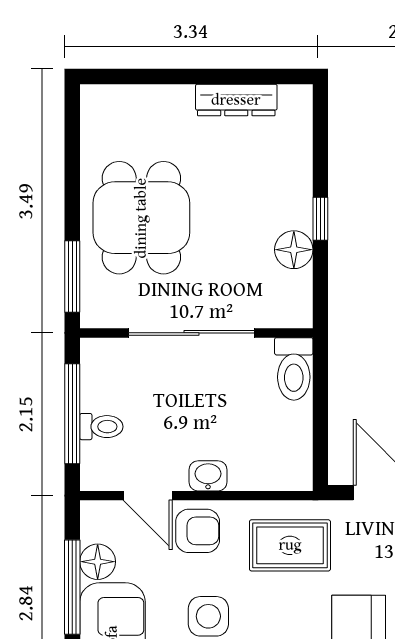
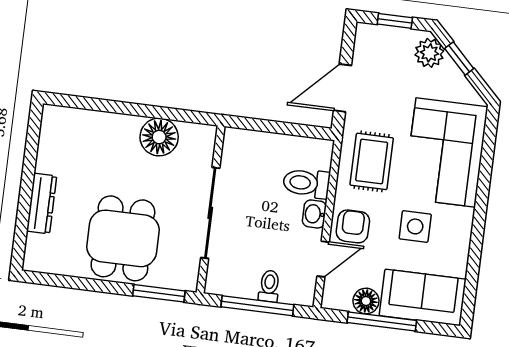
dresser: (236, 100) -> (42, 204), moved
dining table: (141, 218) -> (123, 238), turned 90
window: (320, 219) -> (140, 110), removed
floor lamp: (294, 250) -> (159, 137), width x1.38, depth x1.38
toilet: (294, 369) -> (306, 183), moved, turned 180

